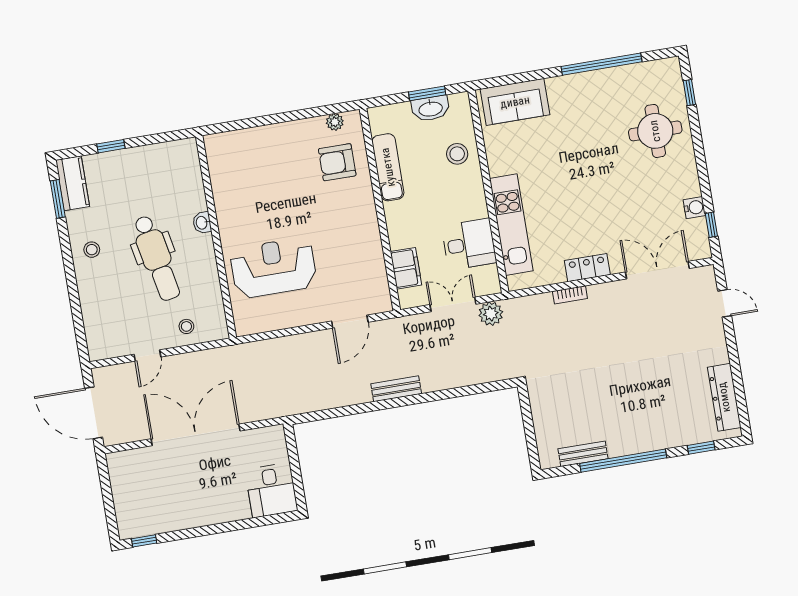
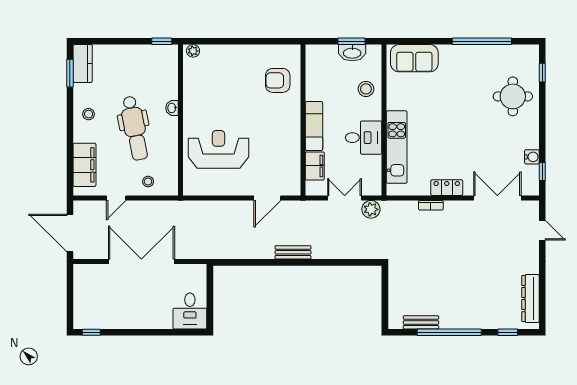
plant: (335, 122) -> (193, 51), moved
window: (111, 146) -> (162, 41), moved
exam couch: (388, 167) -> (314, 126), moved
desk: (469, 244) -> (364, 138), moved
filing cabinet: (98, 318) -> (84, 165), added

